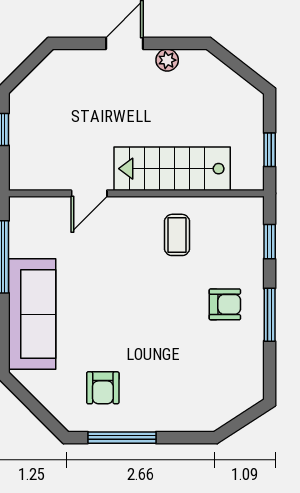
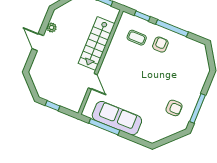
coffee table: (177, 235) -> (137, 38), moved
sofa: (32, 314) -> (117, 118), moved
window: (270, 315) -> (172, 28), width x1.44

